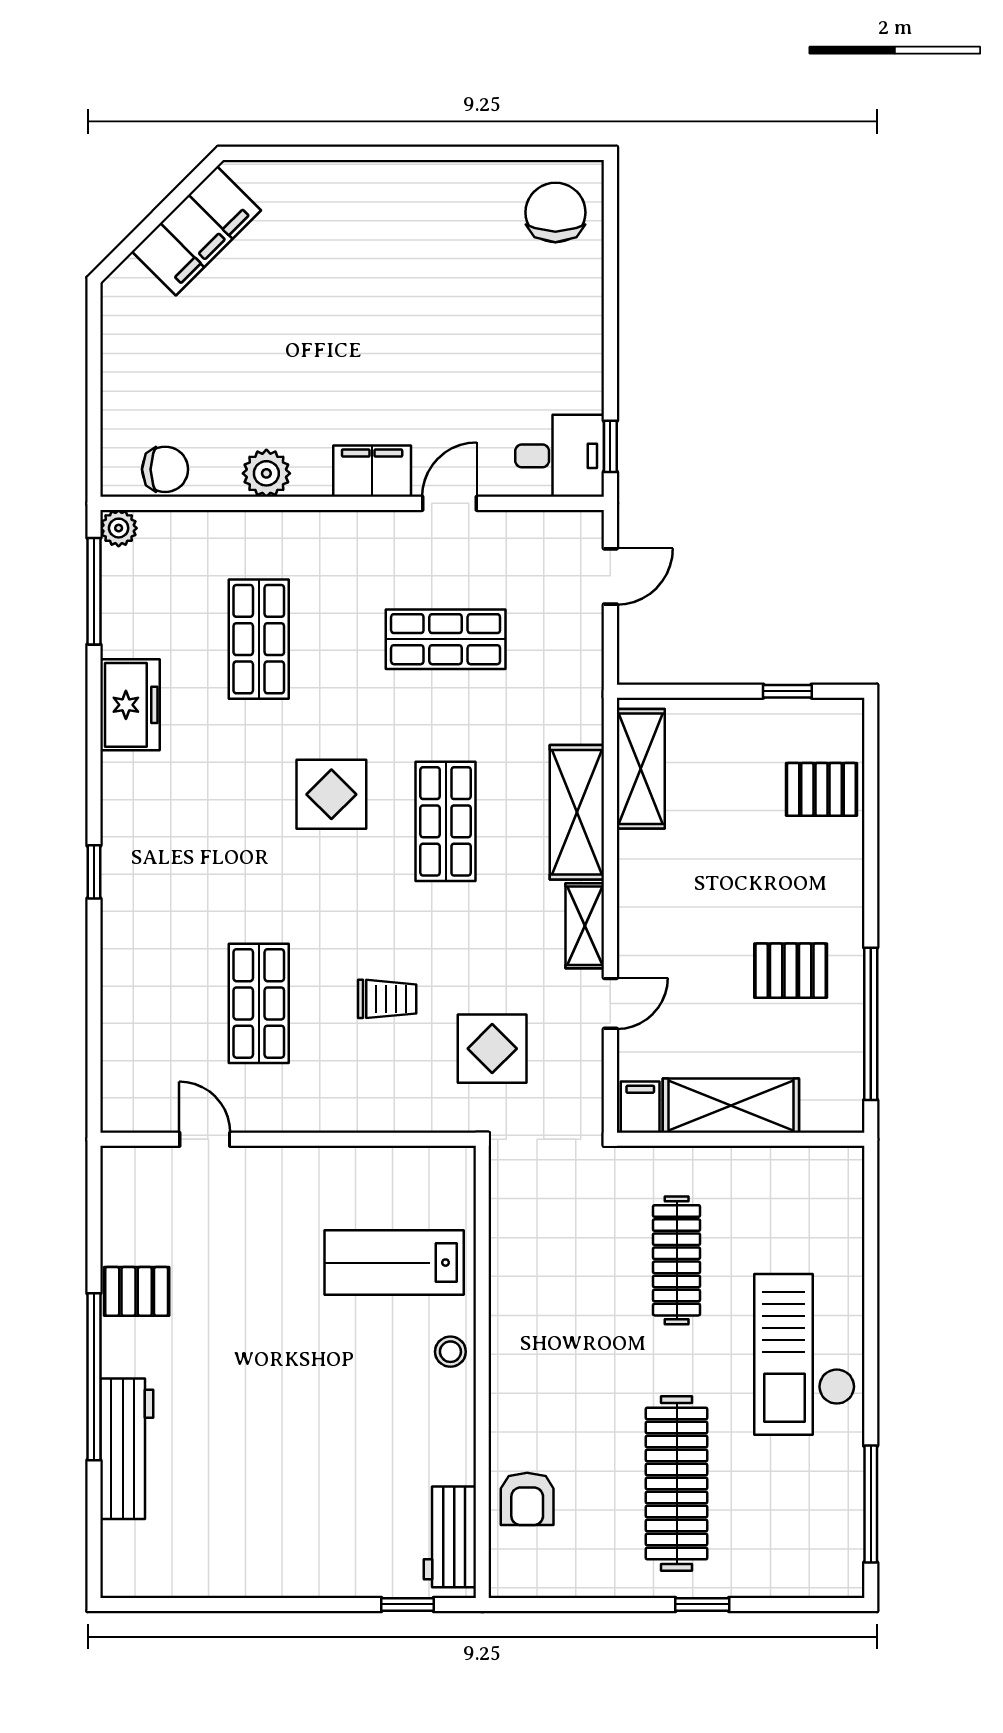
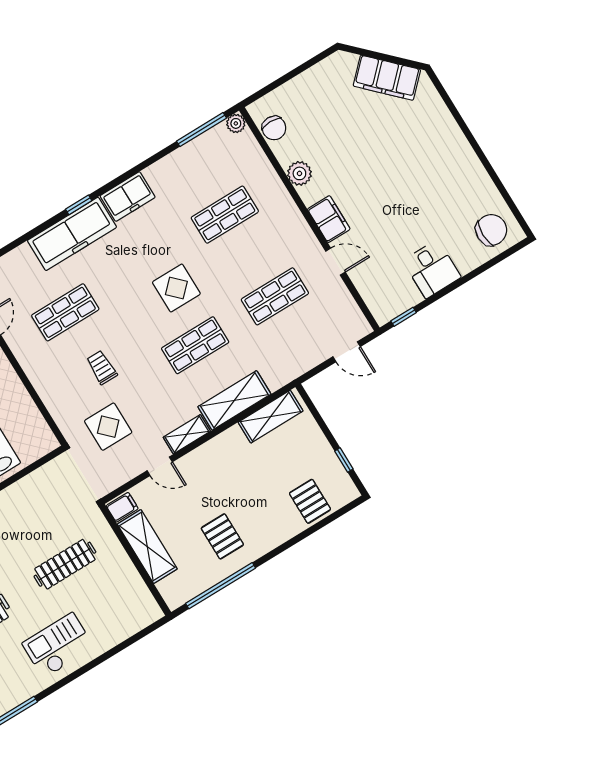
desk: (560, 456) -> (432, 269), moved
shop shelf: (446, 639) -> (275, 296), turned 90
freezer: (130, 705) -> (128, 197), moved
freezer: (135, 913) -> (72, 234), added
trolley: (387, 999) -> (102, 367), turned 180
checkout: (805, 1354) -> (58, 645), width x0.73, depth x0.83

